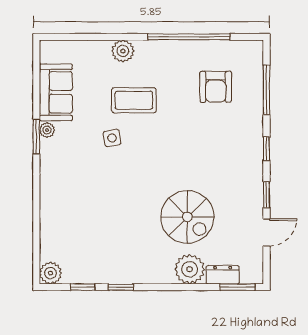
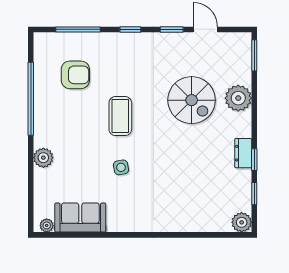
coffee table: (134, 100) -> (120, 116), moved
plant: (47, 130) -> (47, 225), moved
window: (36, 137) -> (120, 235), removed
spiral stairs: (187, 217) -> (192, 100), turned 90
dresser: (223, 275) -> (243, 153), moved

